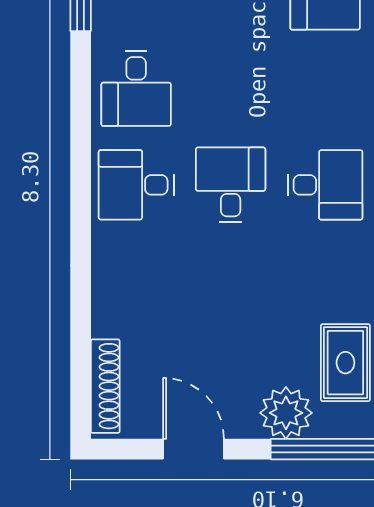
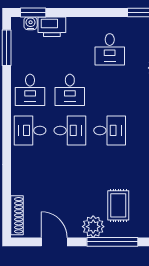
desk: (231, 89) -> (70, 90), added
desk: (231, 185) -> (70, 130), turned 90

